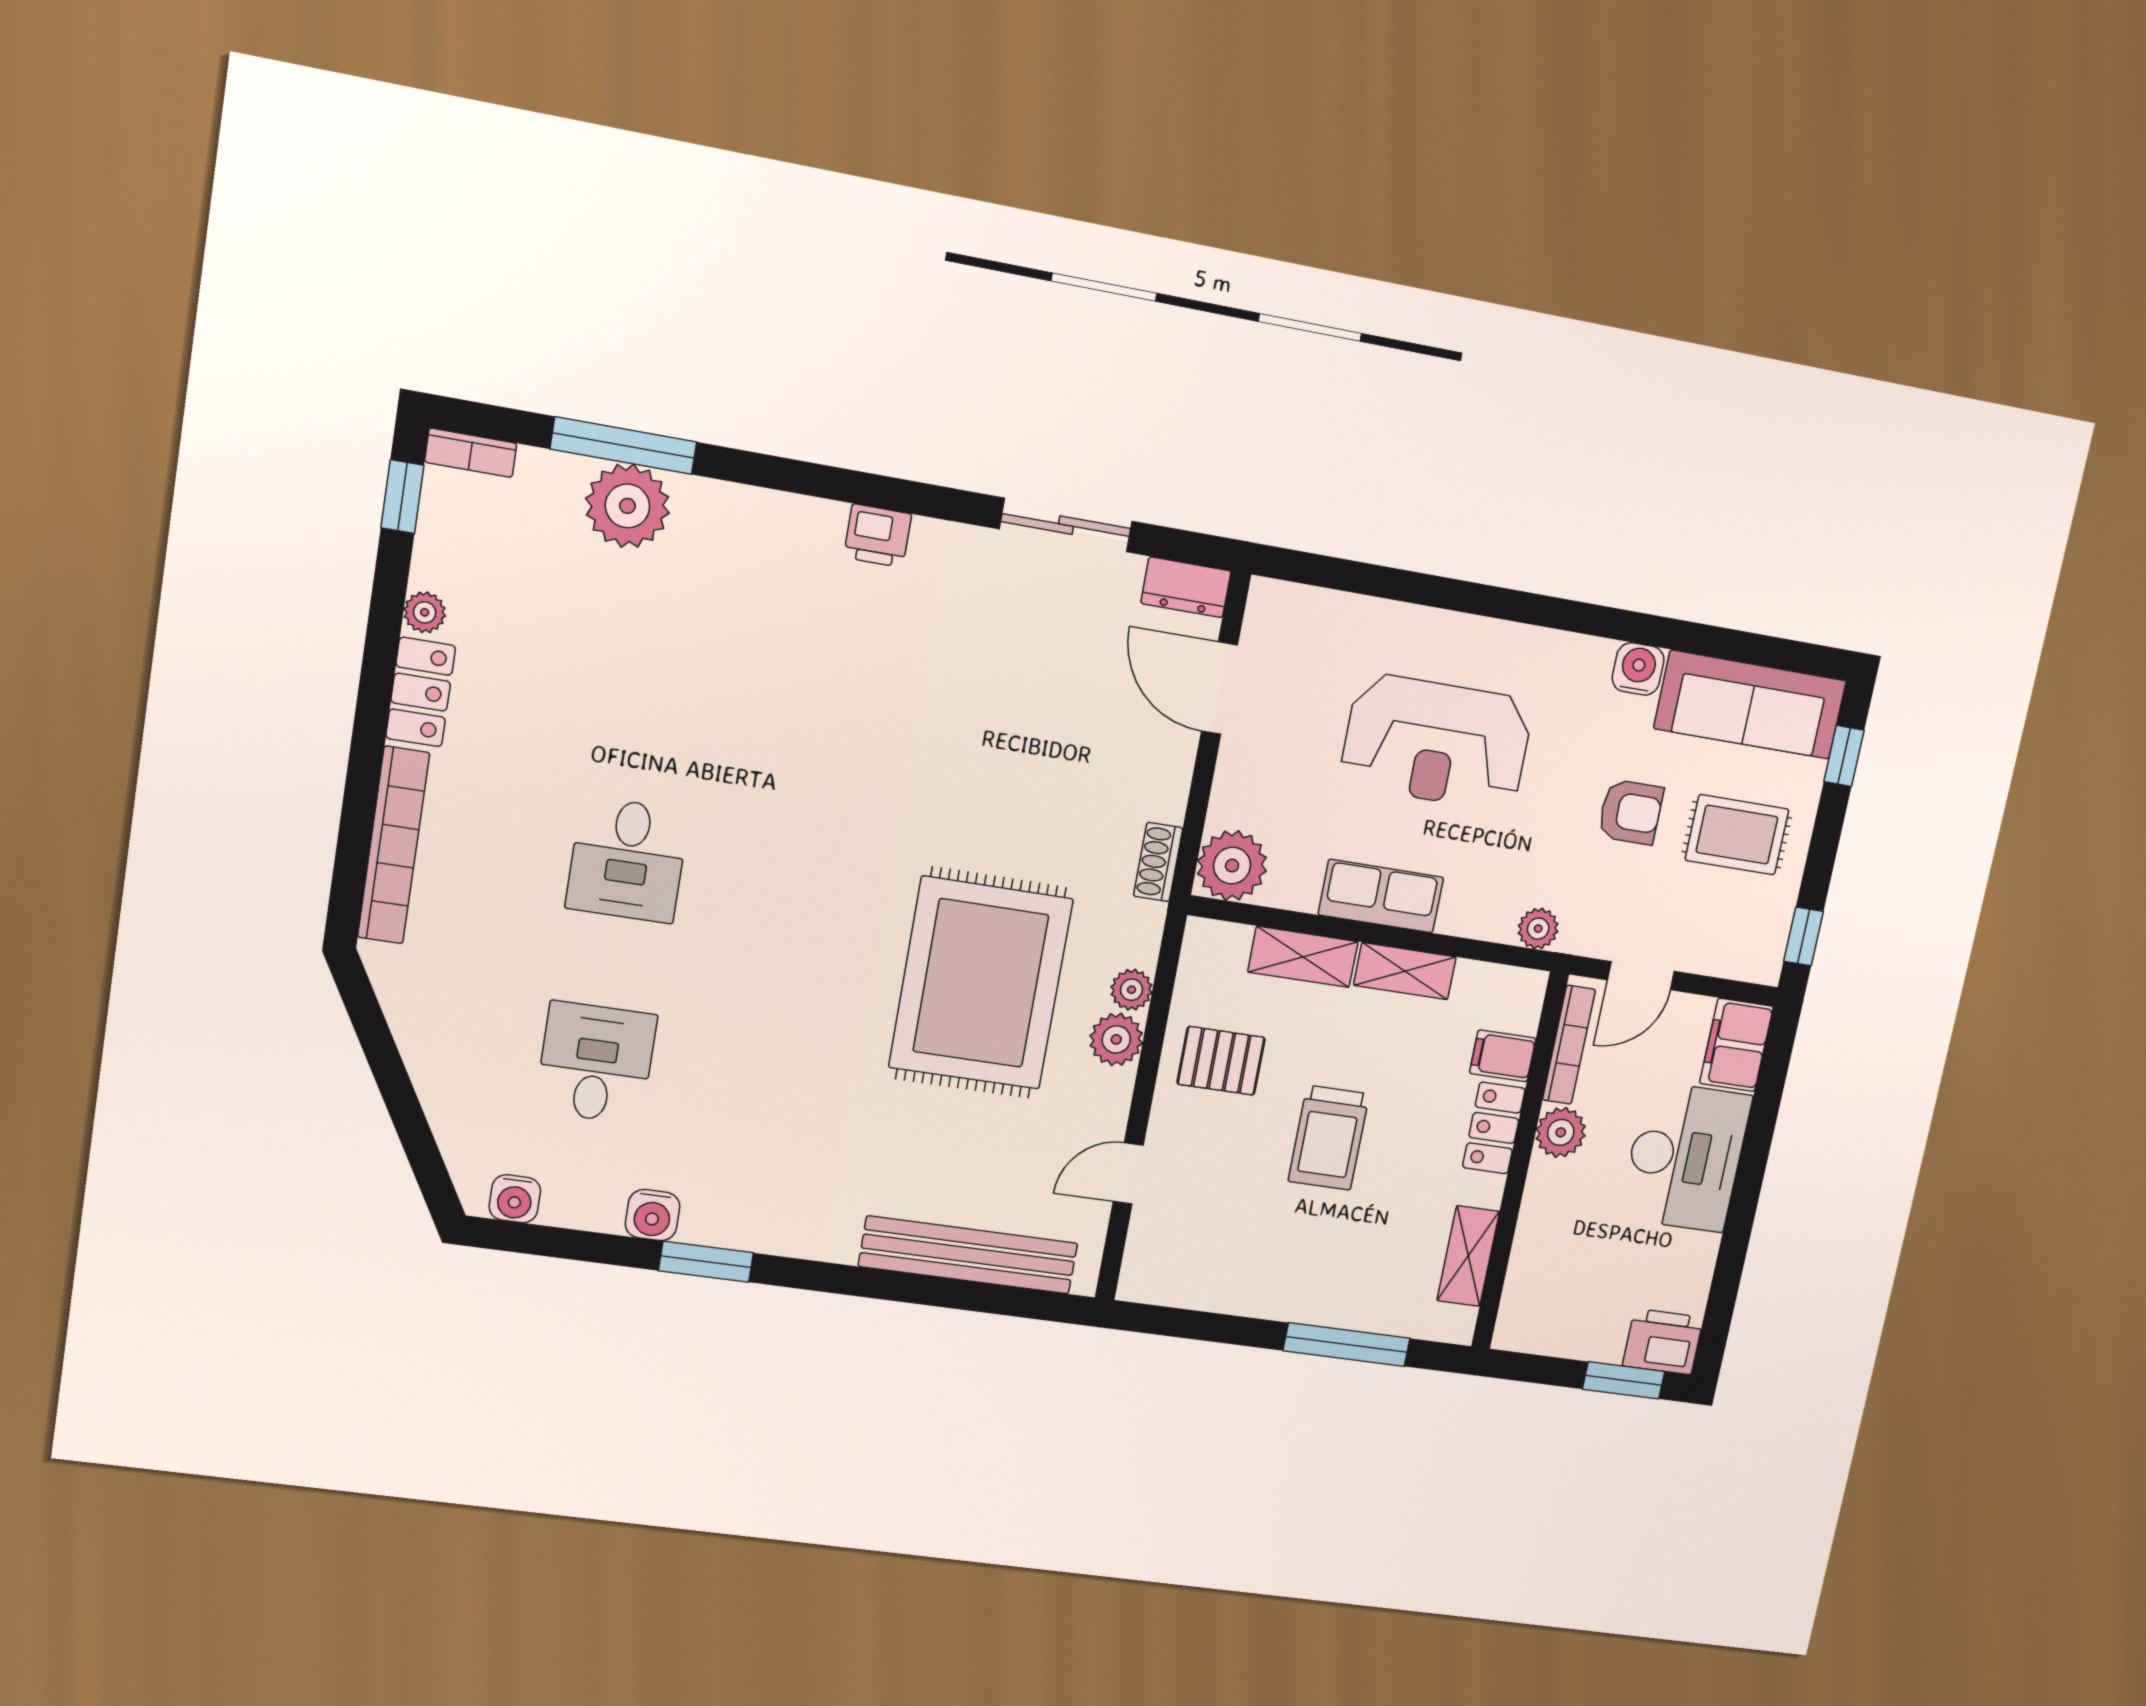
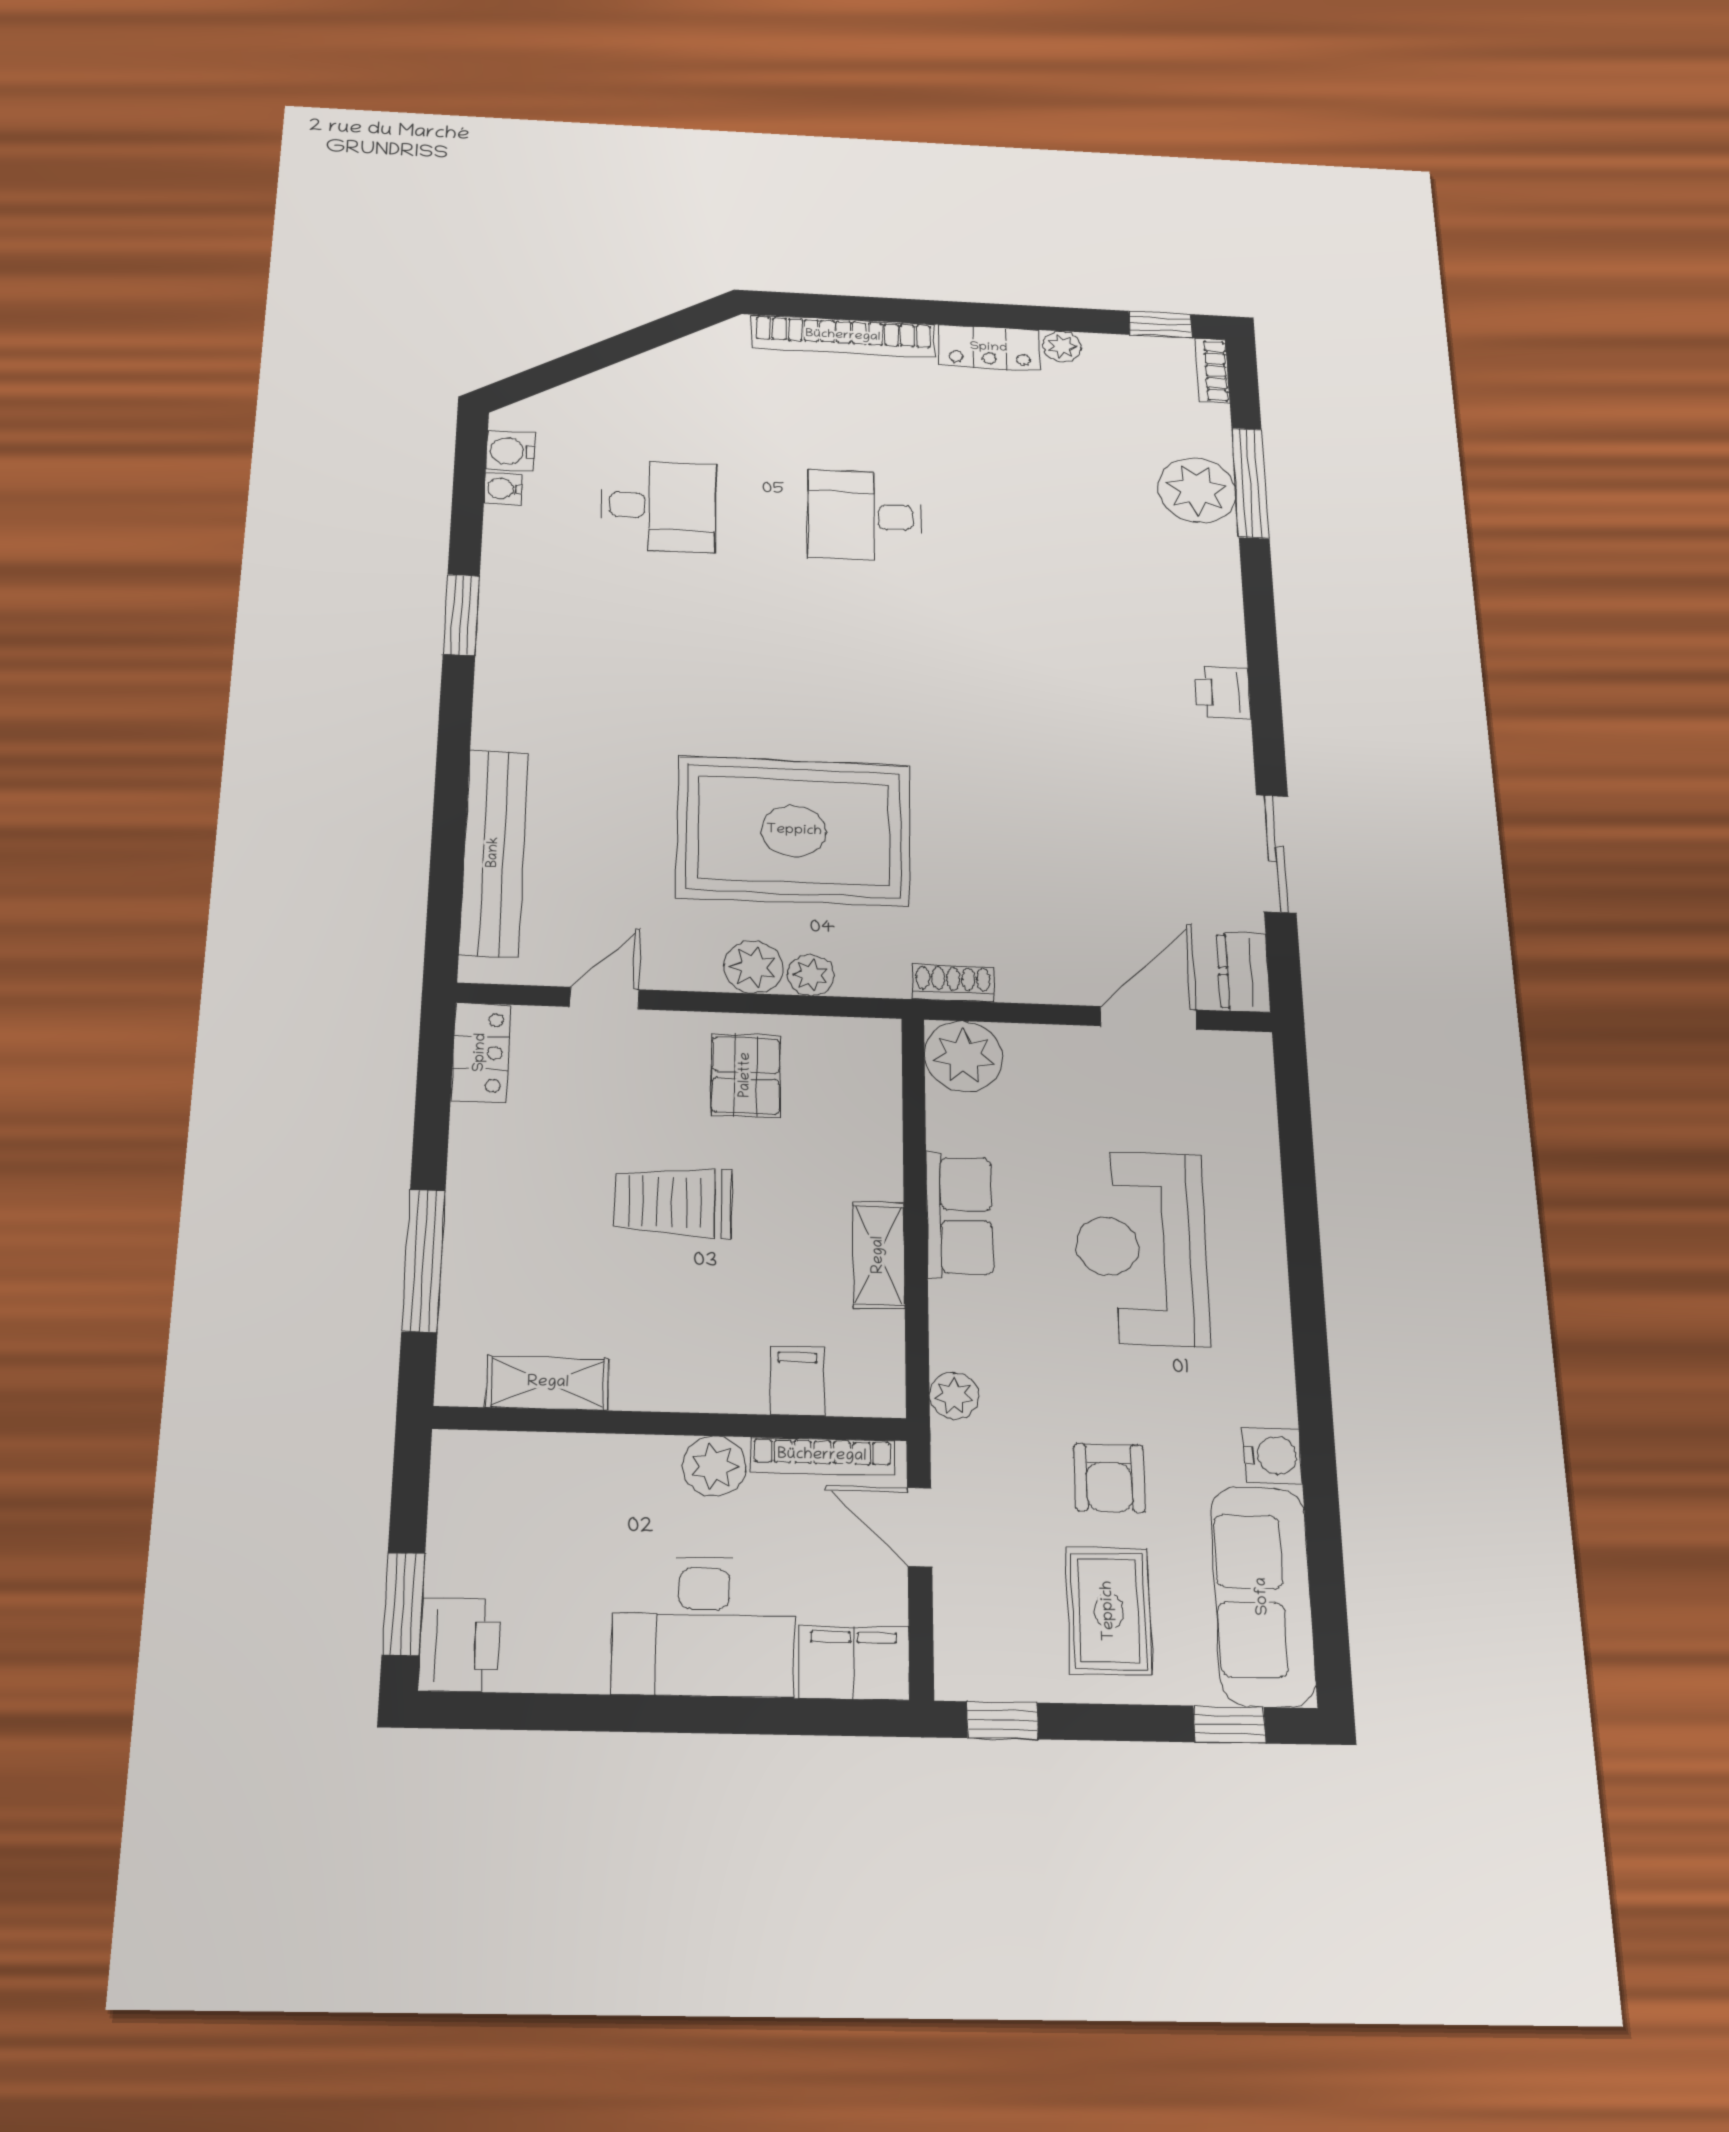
shelving: (1303, 957) -> (876, 1143), removed
locker: (1494, 1128) -> (481, 1052), moved, turned 90
door: (1128, 1173) -> (604, 998), hinge flipped
water cooler: (653, 1215) -> (503, 489), moved, width x0.72, depth x0.72

